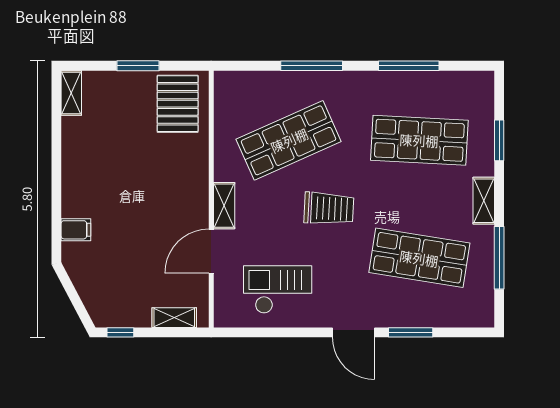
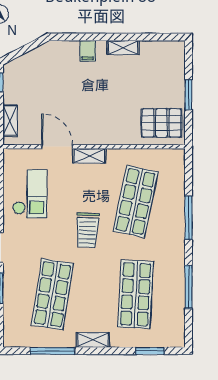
shelving: (71, 93) -> (123, 48), moved
shop shelf: (289, 140) -> (136, 202), turned 36
window: (499, 140) -> (150, 351), moved
filing cabinet: (76, 230) -> (88, 51), moved

